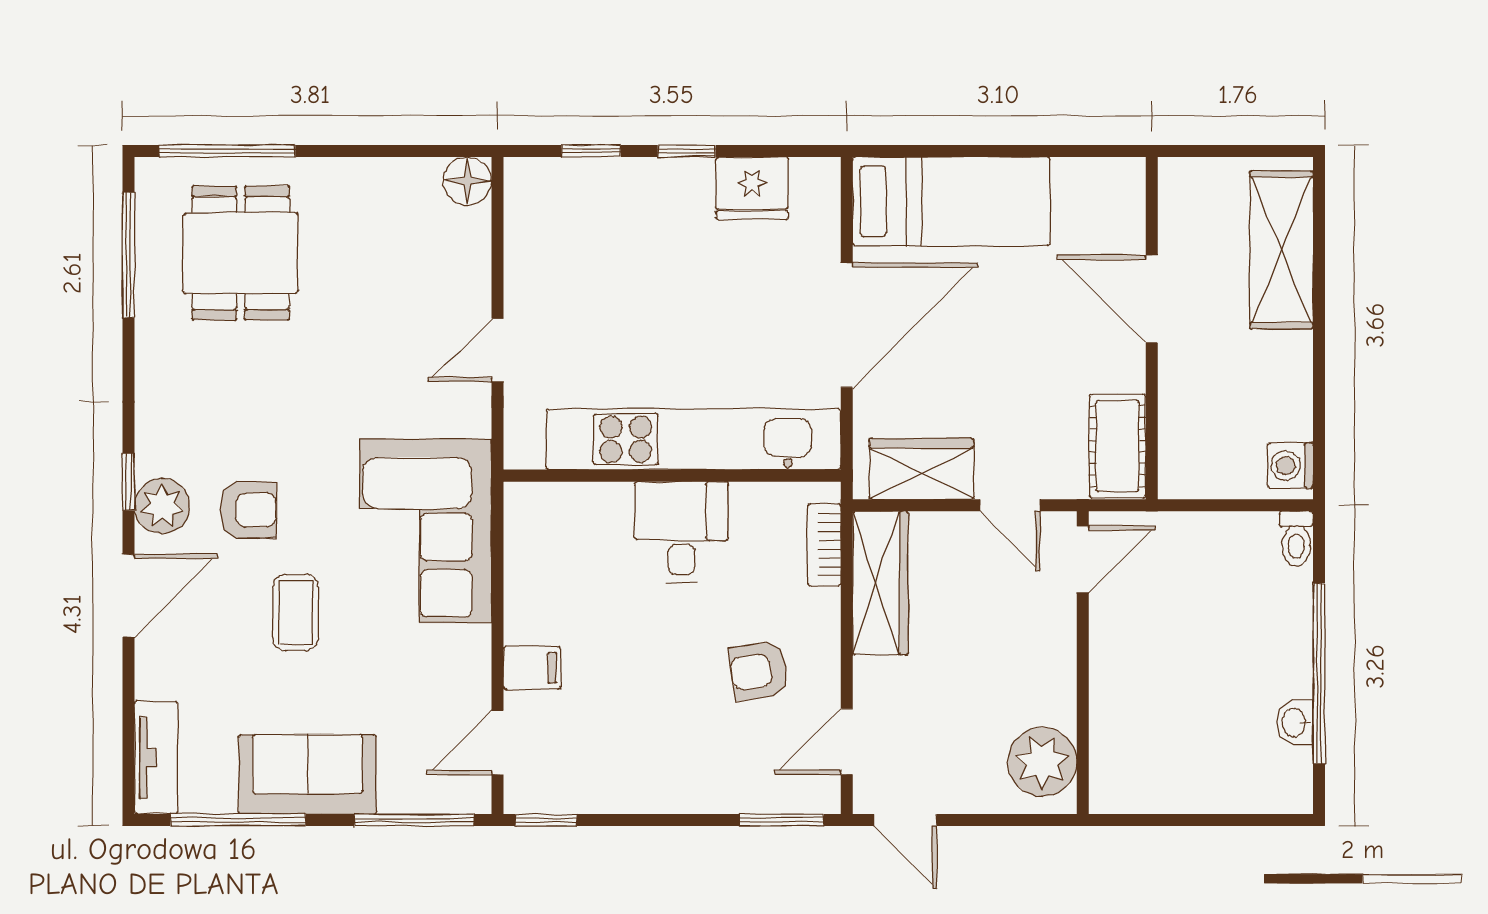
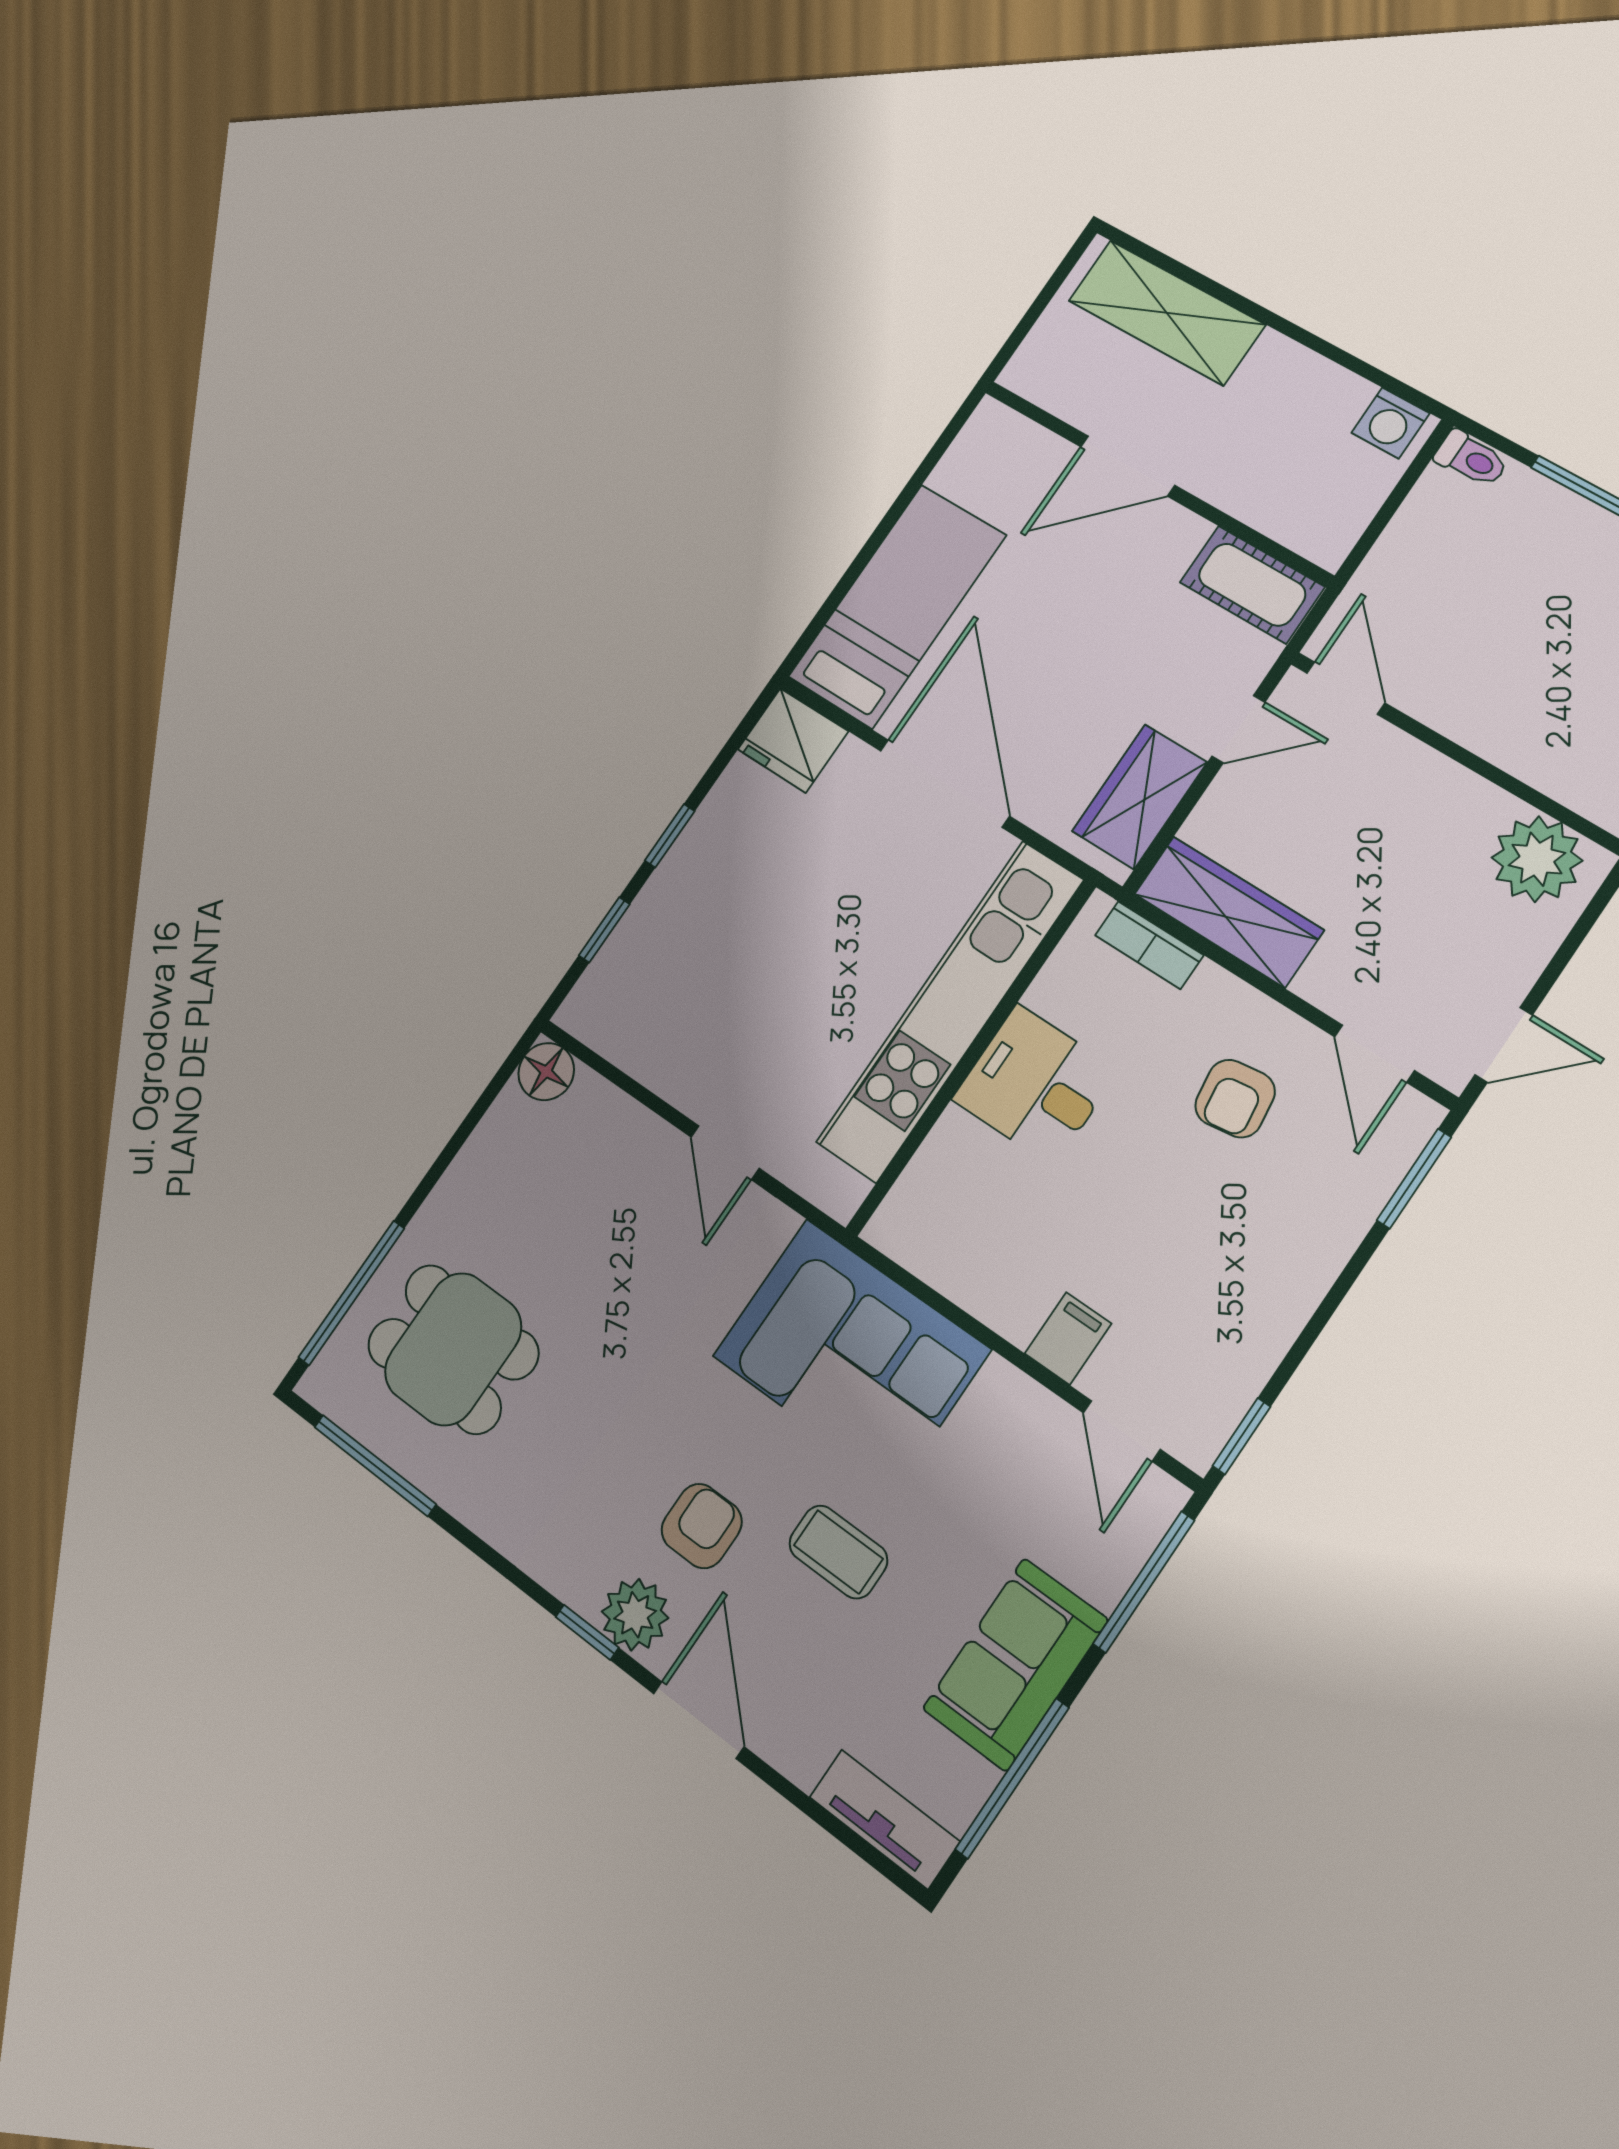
fridge: (752, 188) -> (793, 740), moved, turned 90

